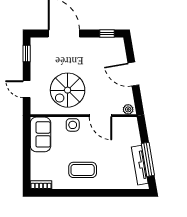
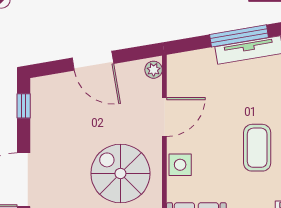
door: (133, 74) -> (93, 61), hinge flipped
spiral stairs: (68, 90) -> (120, 173), turned 180

